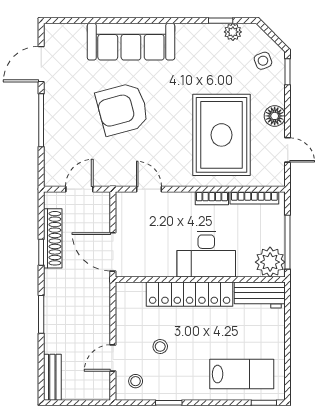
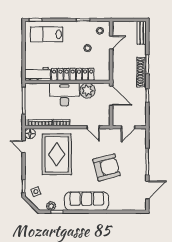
sofa: (131, 42) -> (87, 201), moved
floor lamp: (275, 116) -> (30, 134), moved
shoe rack: (53, 238) -> (141, 72), moved
plant: (270, 262) -> (87, 91), moved

